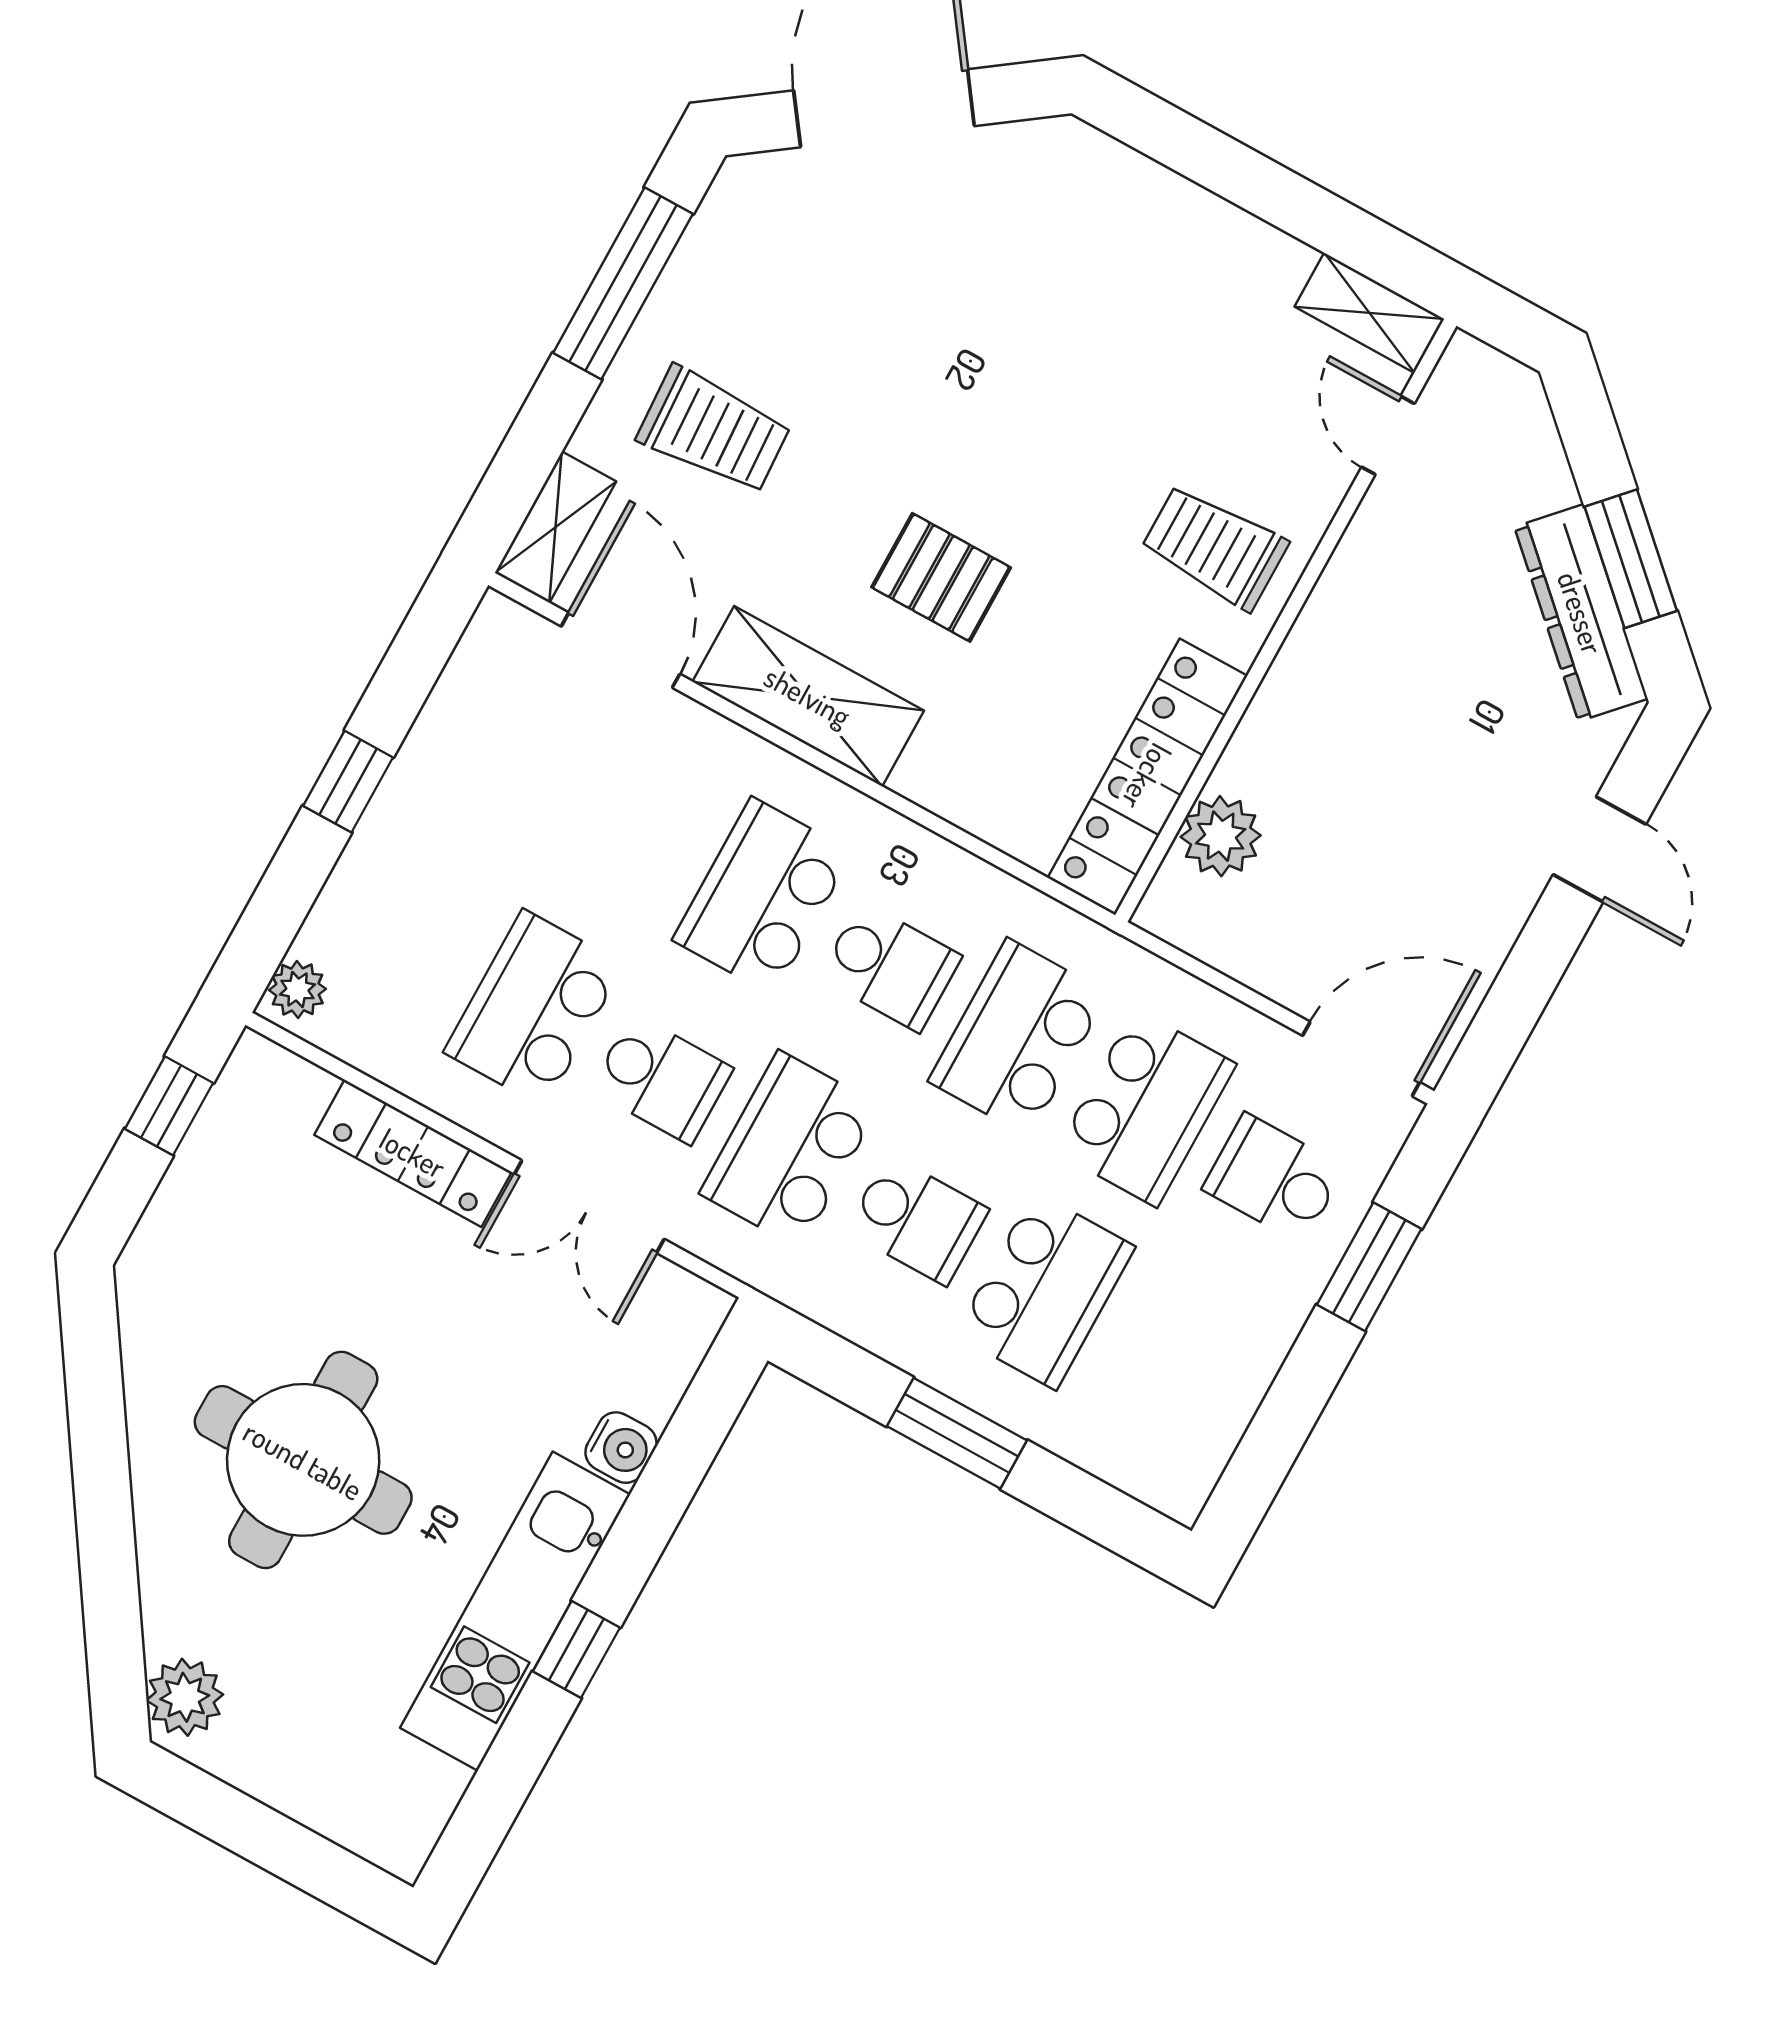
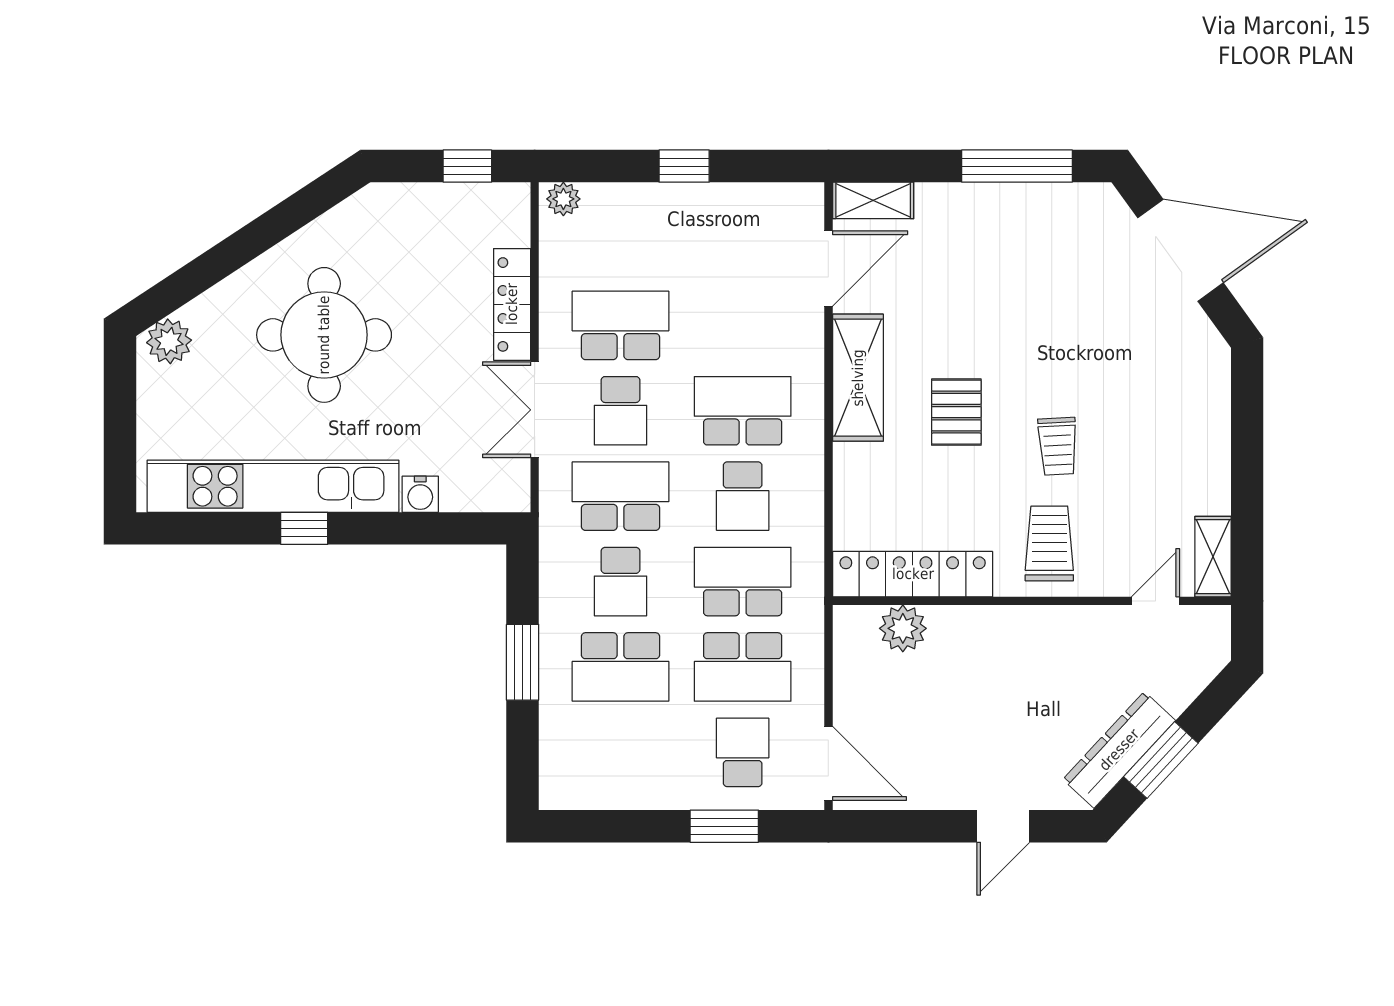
trolley: (714, 430) -> (1058, 446), moved, width x0.73, depth x0.72
kitchen unit: (515, 1611) -> (273, 486), width x1.36

